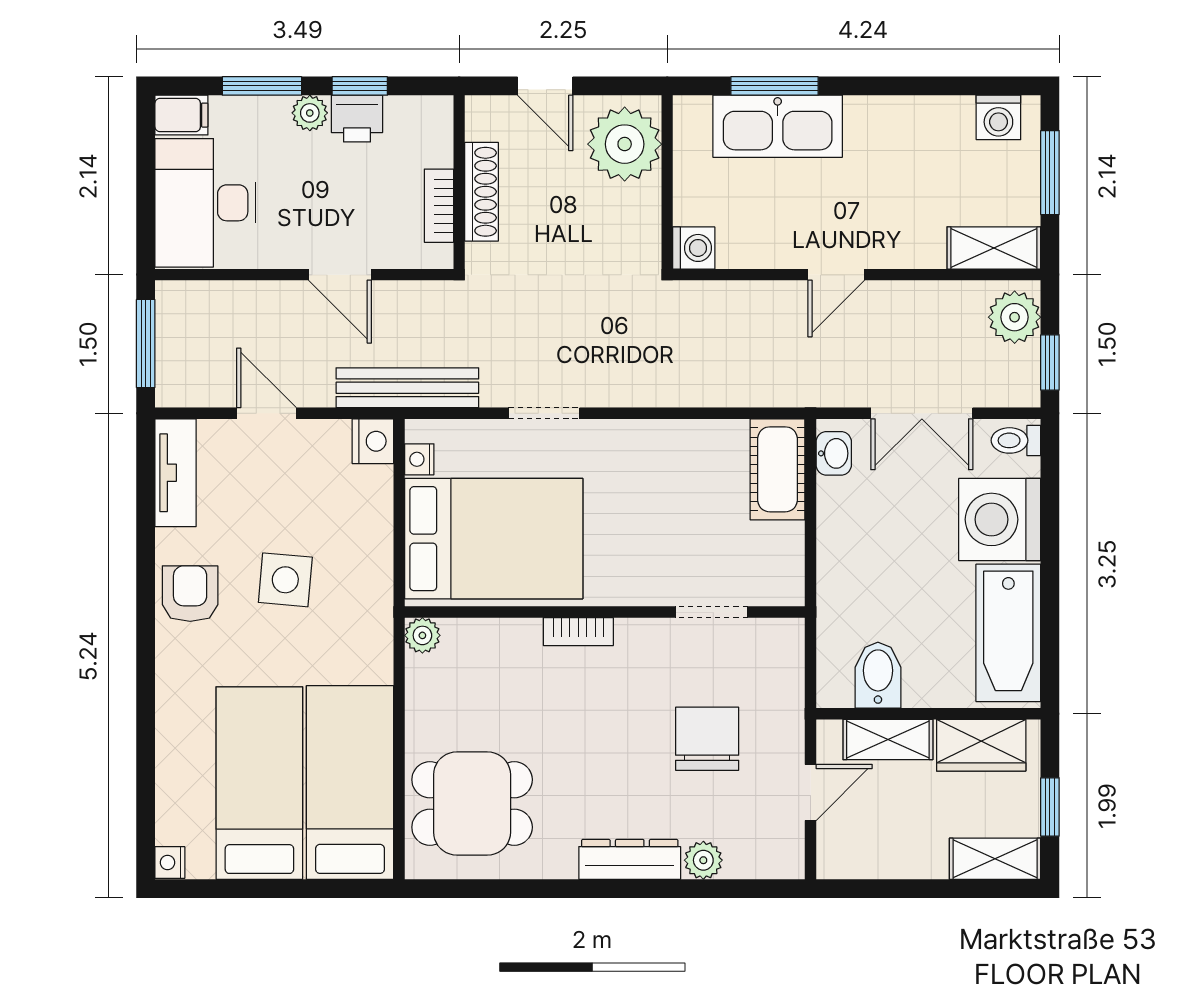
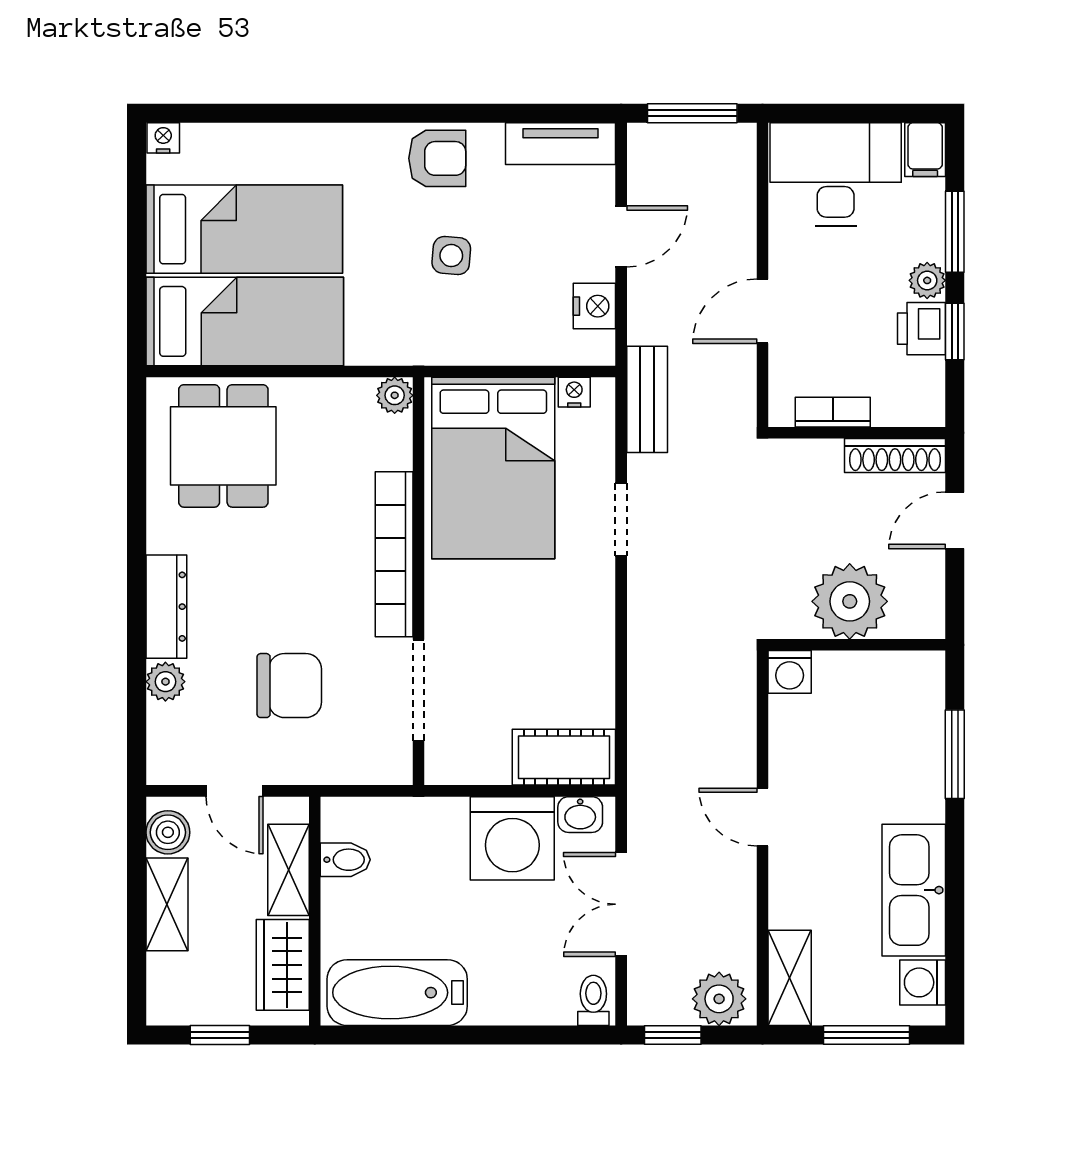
kitchen sink: (778, 126) -> (914, 890), moved
plant: (625, 144) -> (850, 601), moved
shoe rack: (481, 192) -> (895, 456), moved
bench: (407, 388) -> (647, 399), width x0.73
nightstand: (373, 441) -> (594, 306), moved, turned -90
washing machine: (1000, 519) -> (512, 838), moved, turned 180
side table: (285, 580) -> (451, 256), width x0.73, depth x0.73
doorway: (712, 612) -> (418, 690), width x1.38
bookcase: (578, 632) -> (394, 554), width x2.31, depth x1.31
bidet: (878, 675) -> (345, 860), width x0.72, depth x0.74
boiler: (851, 858) -> (168, 832), added
shelving: (995, 859) -> (167, 904), moved

